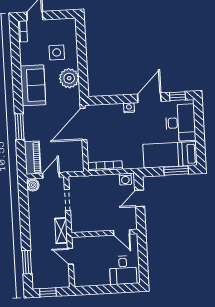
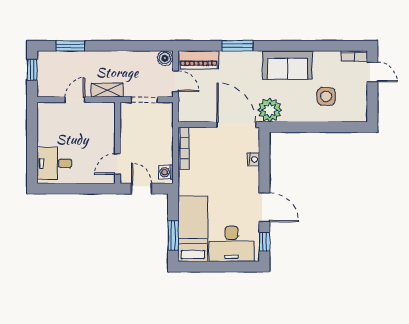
plant: (69, 78) -> (270, 110), moved
nightstand: (129, 108) -> (253, 159), moved
door: (122, 232) -> (118, 164), moved
wall: (104, 233) -> (118, 143), moved

